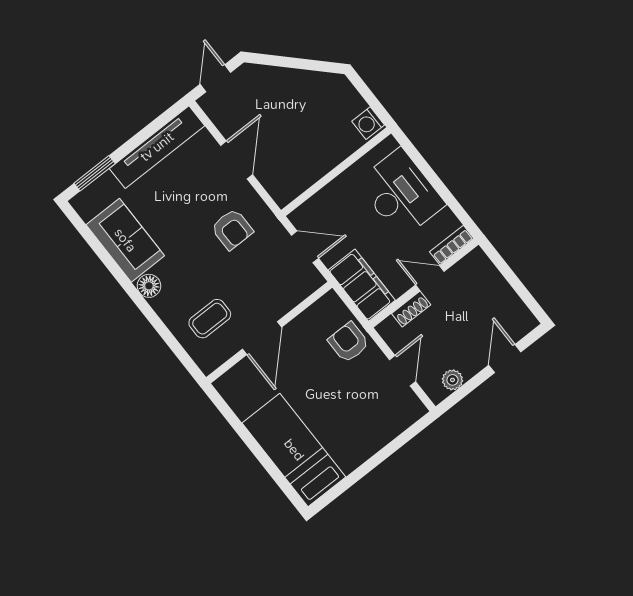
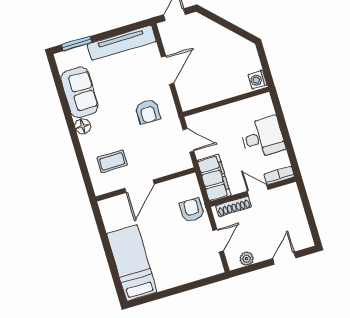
desk: (401, 193) -> (263, 137), width x0.73
shoe rack: (411, 309) -> (234, 206), width x1.43

